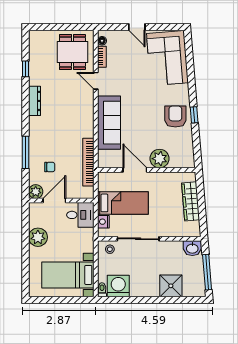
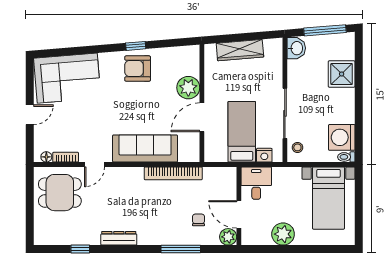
bookcase: (88, 162) -> (173, 173), moved

